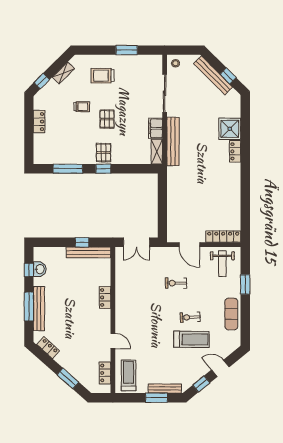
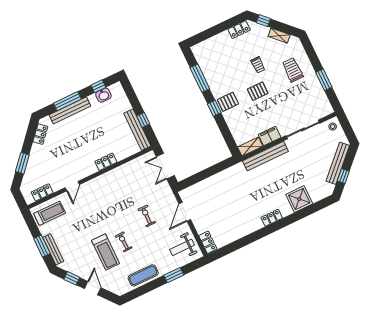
locker: (39, 122) -> (239, 30), moved
locker: (235, 151) -> (272, 218), moved
locker: (223, 237) -> (208, 242), width x0.66

